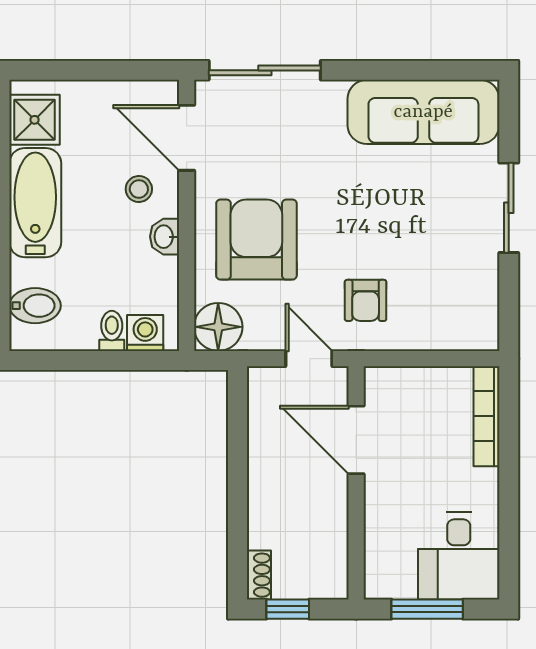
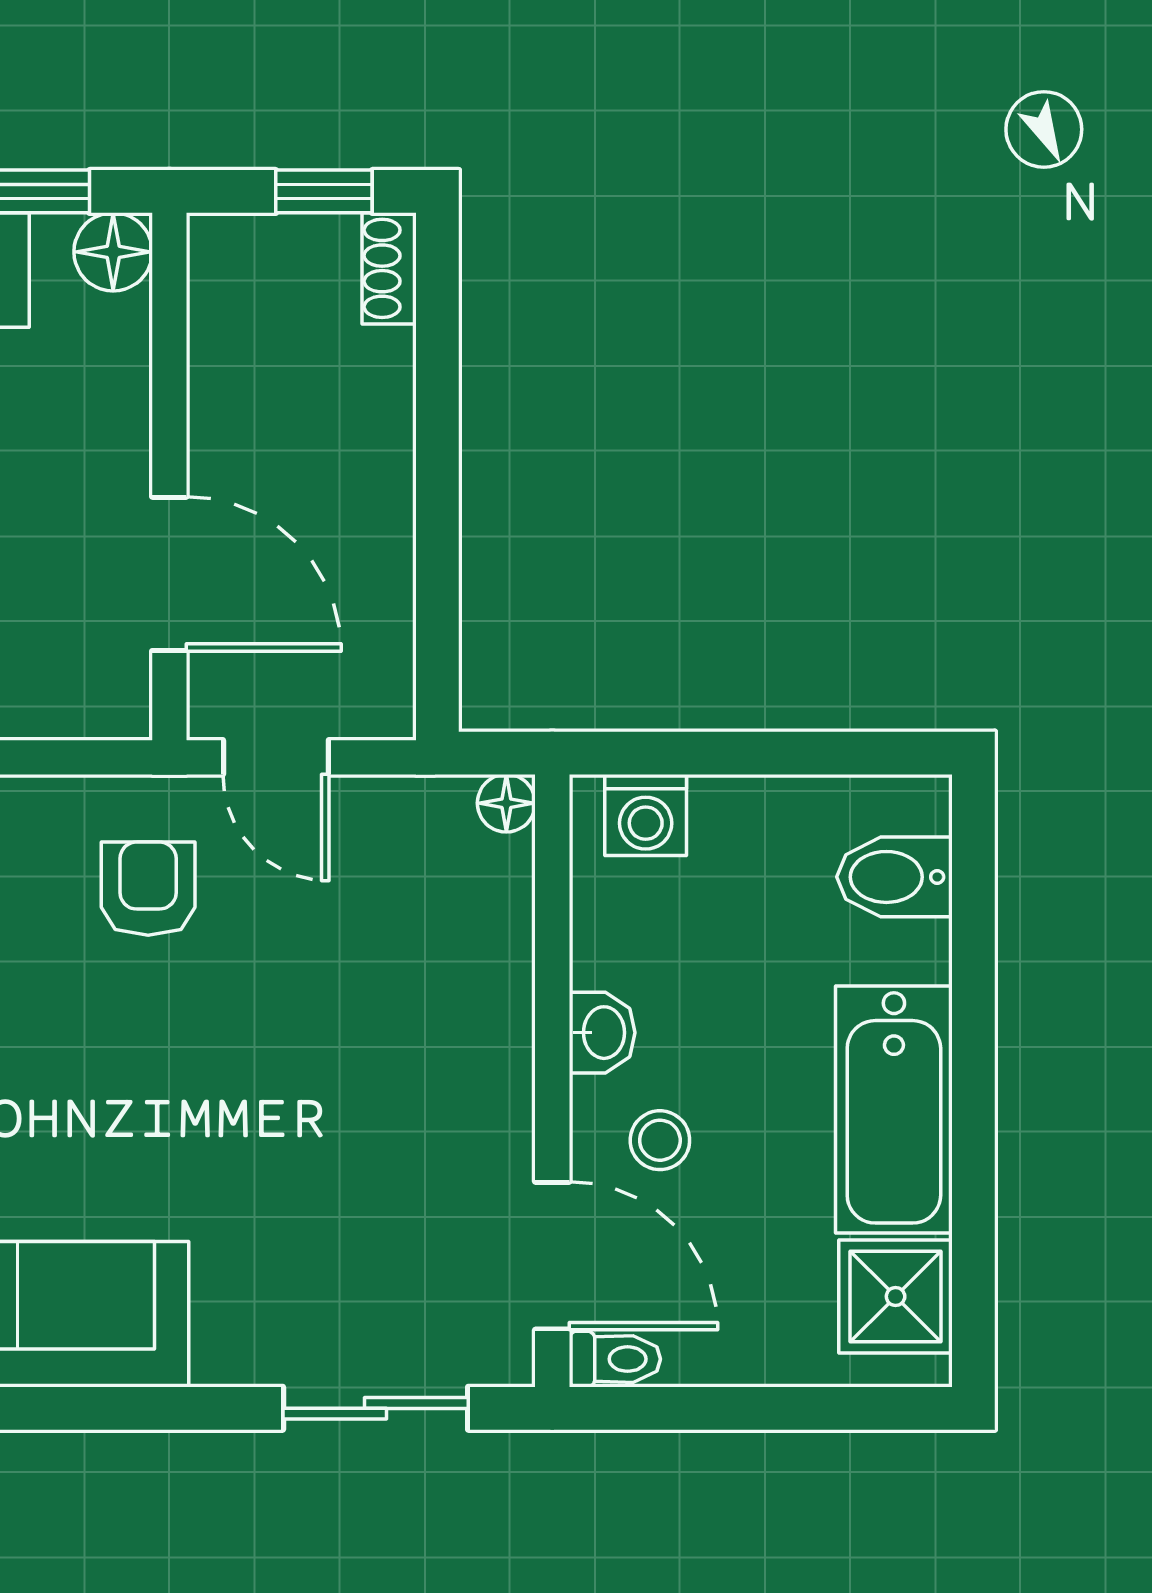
sliding door: (265, 70) -> (376, 1408), width x0.73
armchair: (256, 240) -> (394, 1026), removed
floor lamp: (218, 327) -> (506, 803), width x0.53, depth x0.53
toilet: (112, 331) -> (615, 1359), moved, turned -90
floor lamp: (381, 582) -> (113, 252), added

